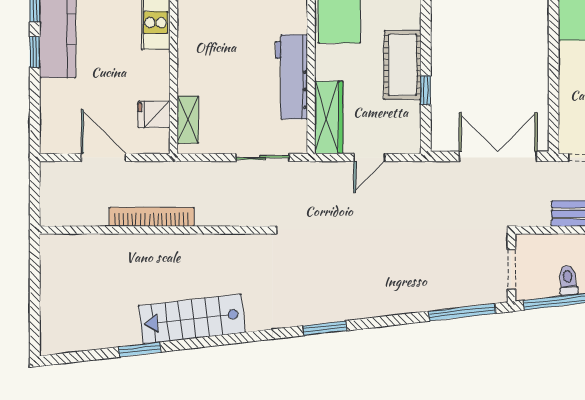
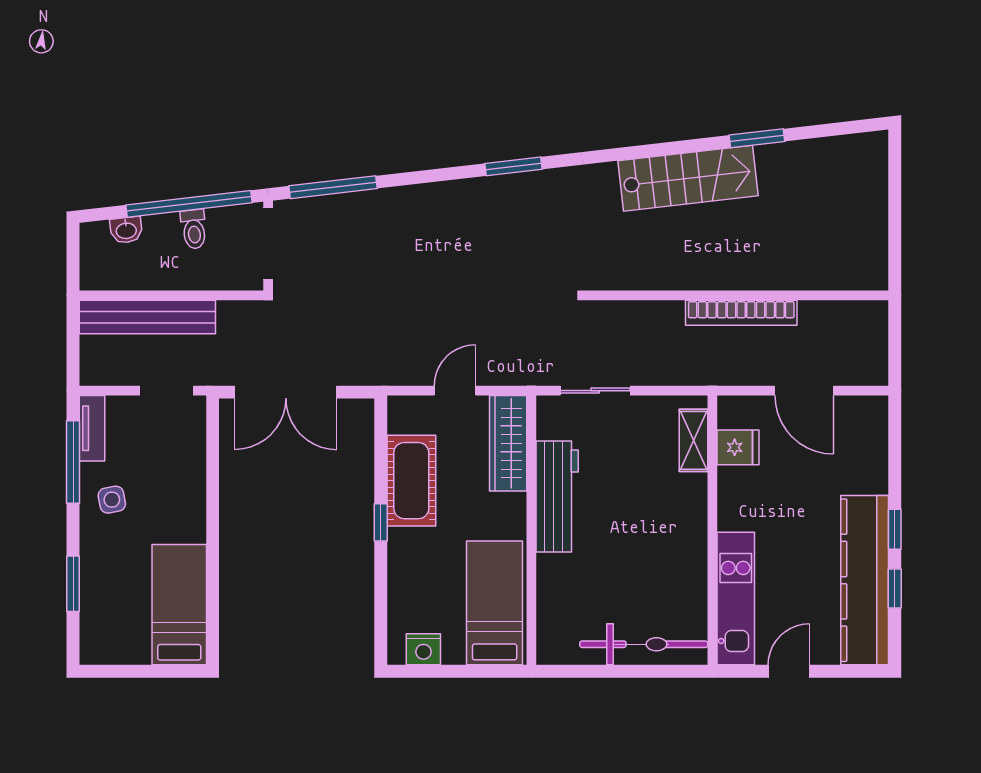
cot: (402, 65) -> (411, 481), moved
window: (426, 90) -> (381, 522), moved
doorway: (511, 269) -> (268, 244), width x1.38

